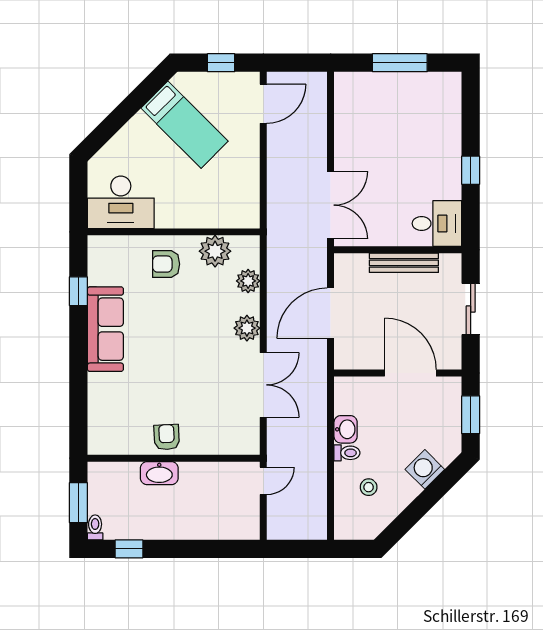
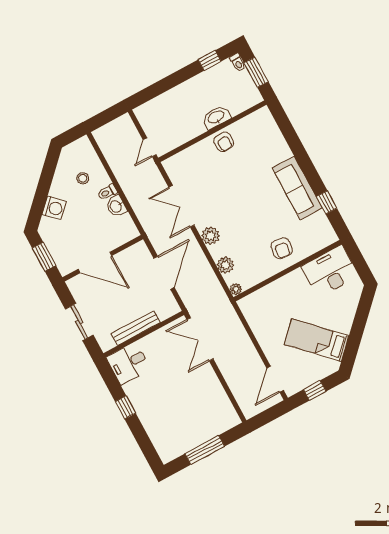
plant: (215, 251) -> (236, 289), moved, width x0.53, depth x0.53
armchair: (166, 264) -> (282, 248), turned 97

